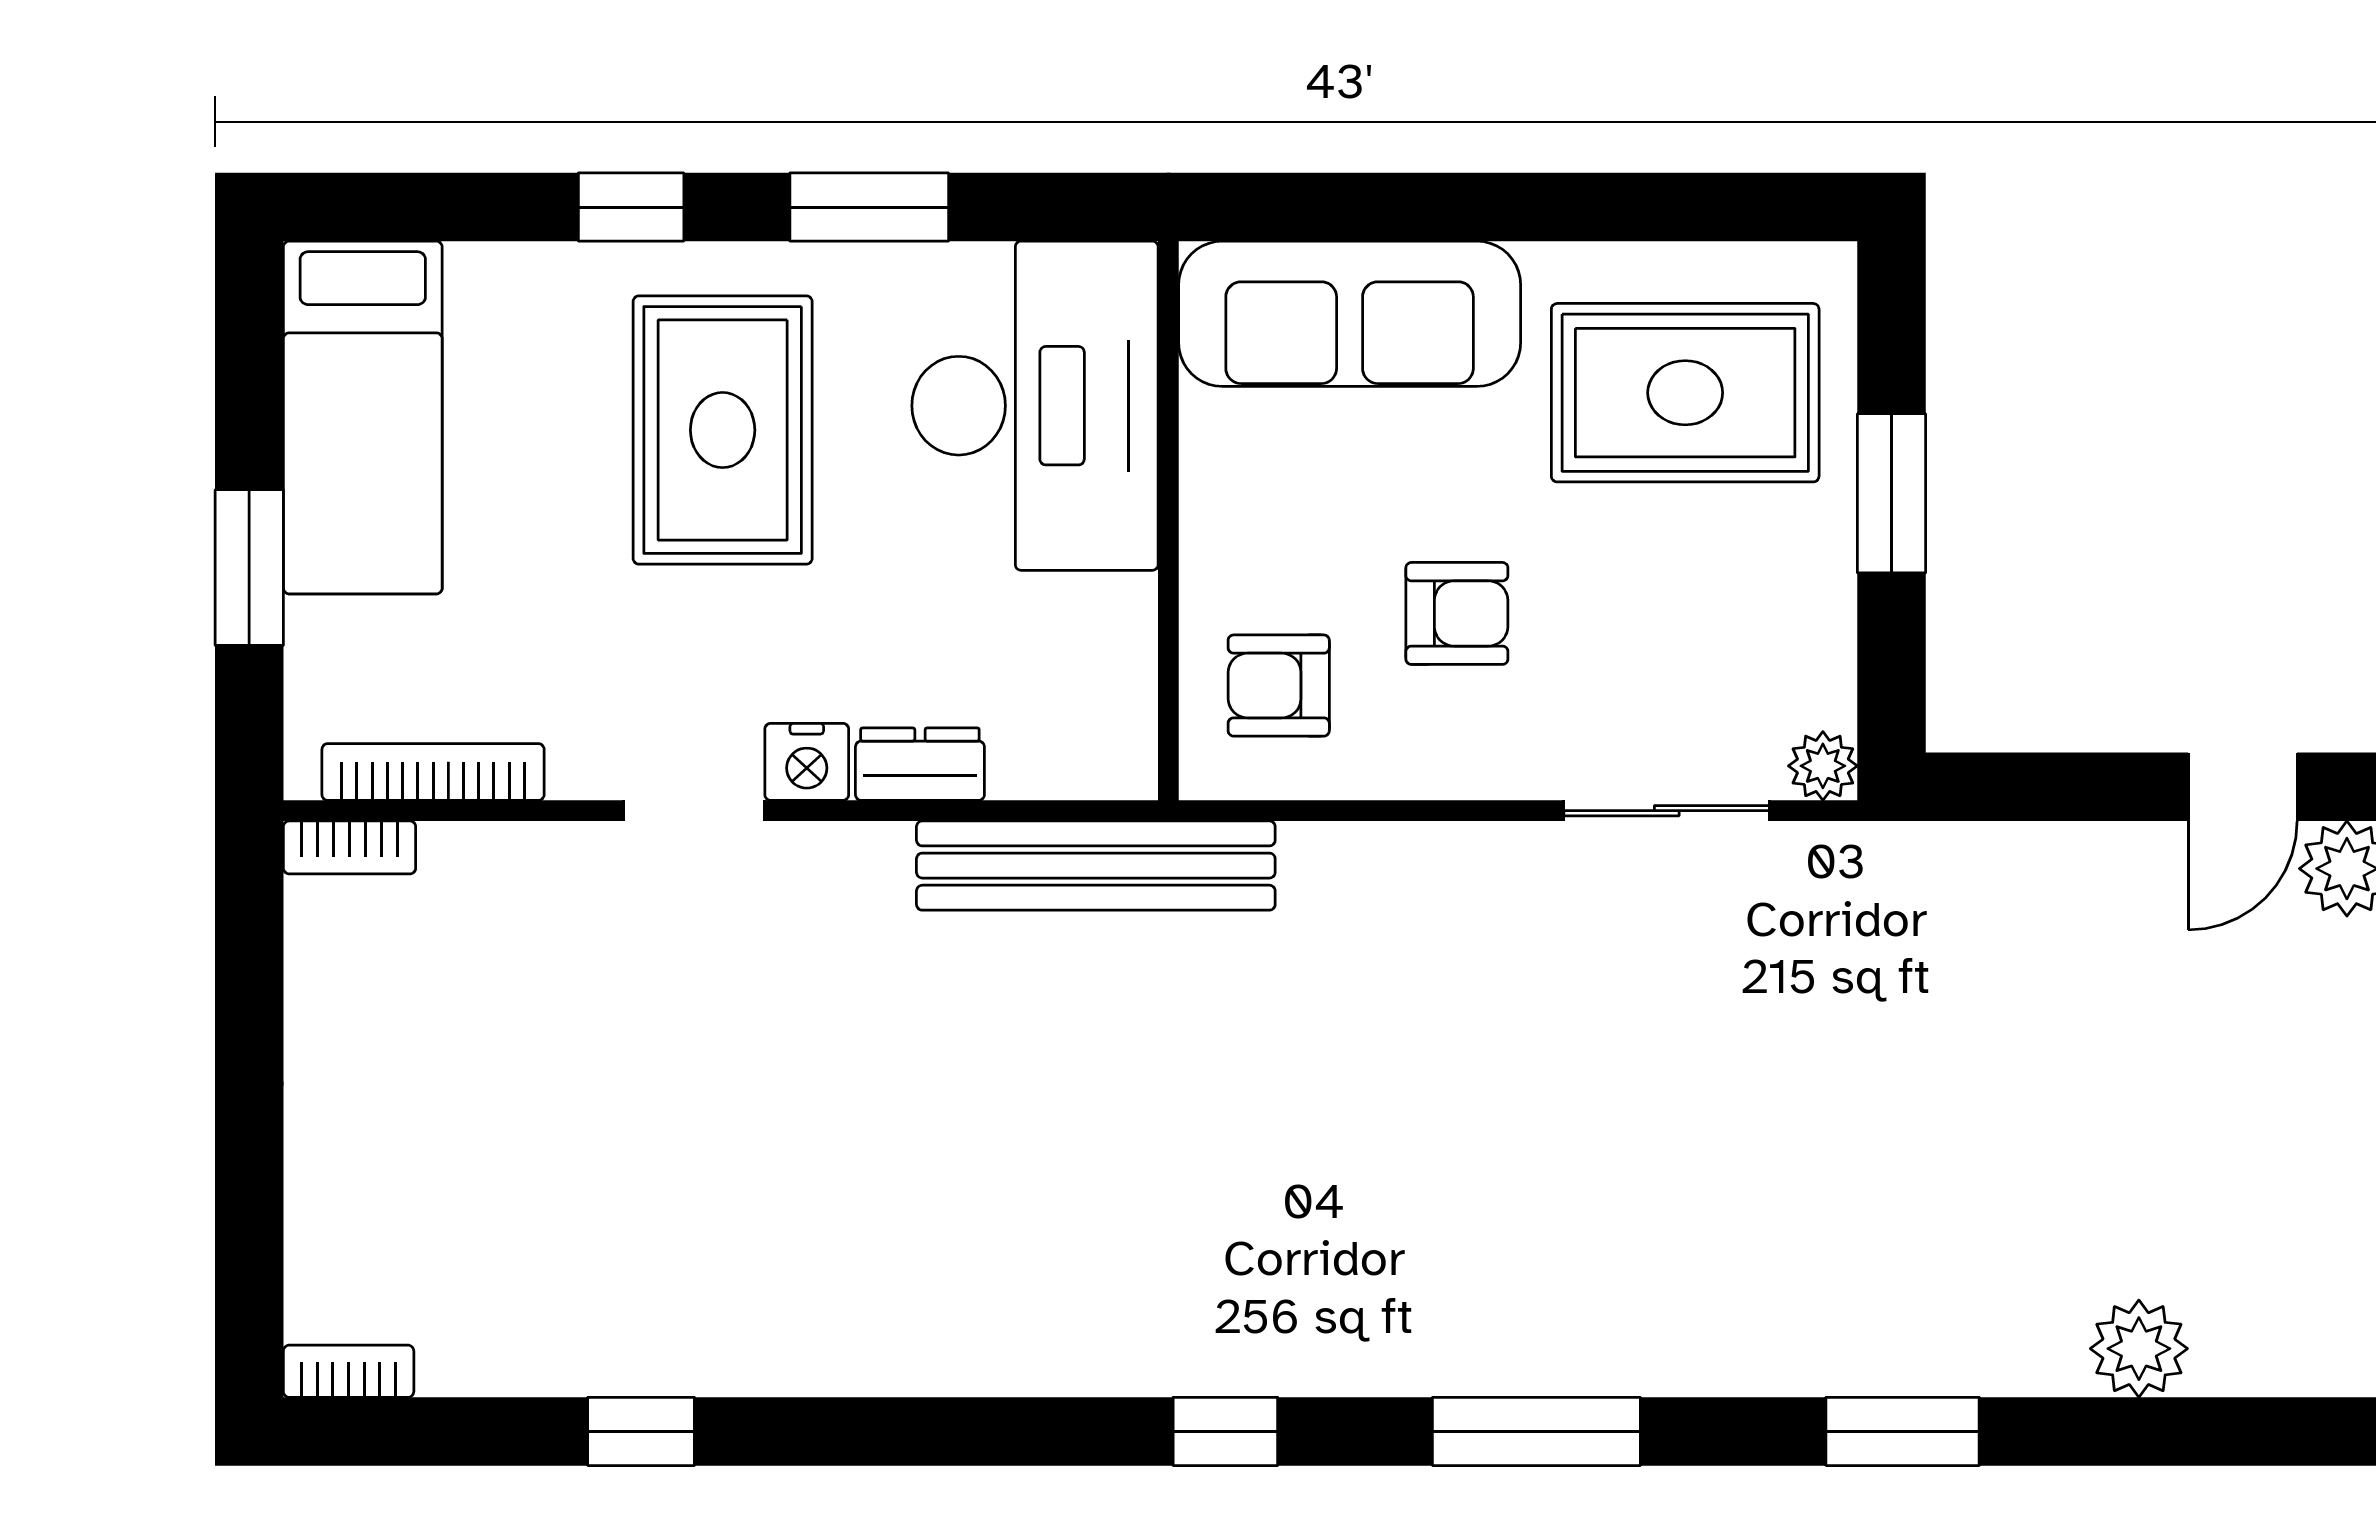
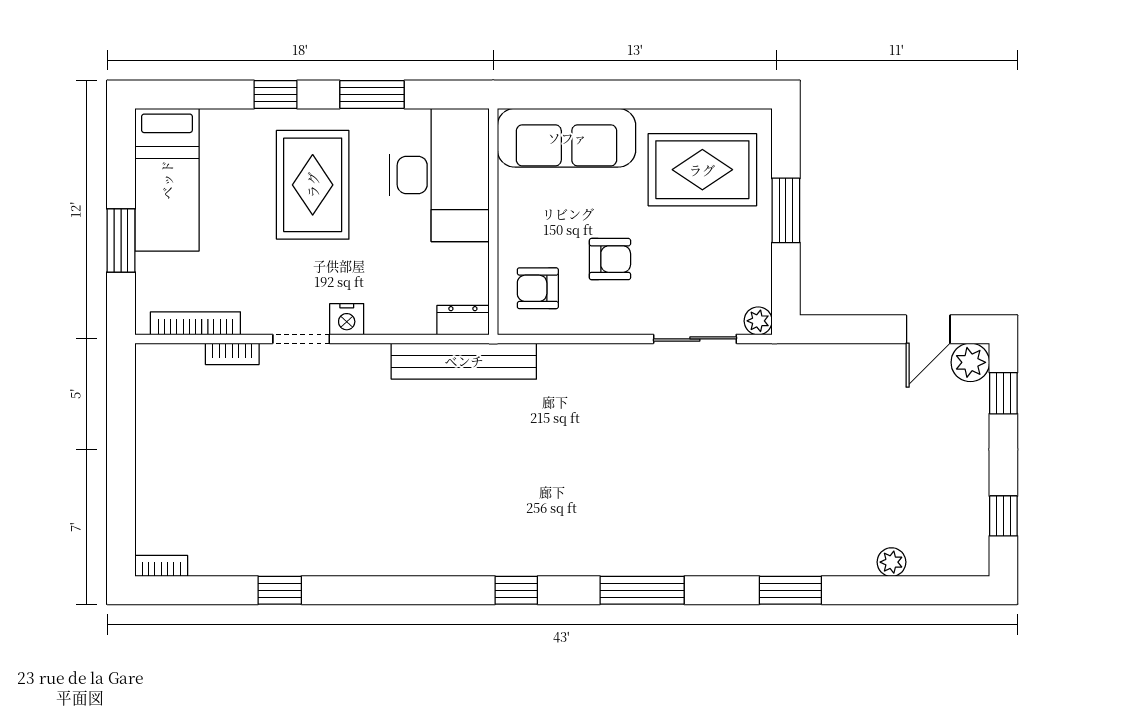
dresser: (920, 764) -> (463, 320), moved
bookcase: (350, 847) -> (232, 354), moved
plant: (2139, 1349) -> (891, 562), width x0.73, depth x0.73

